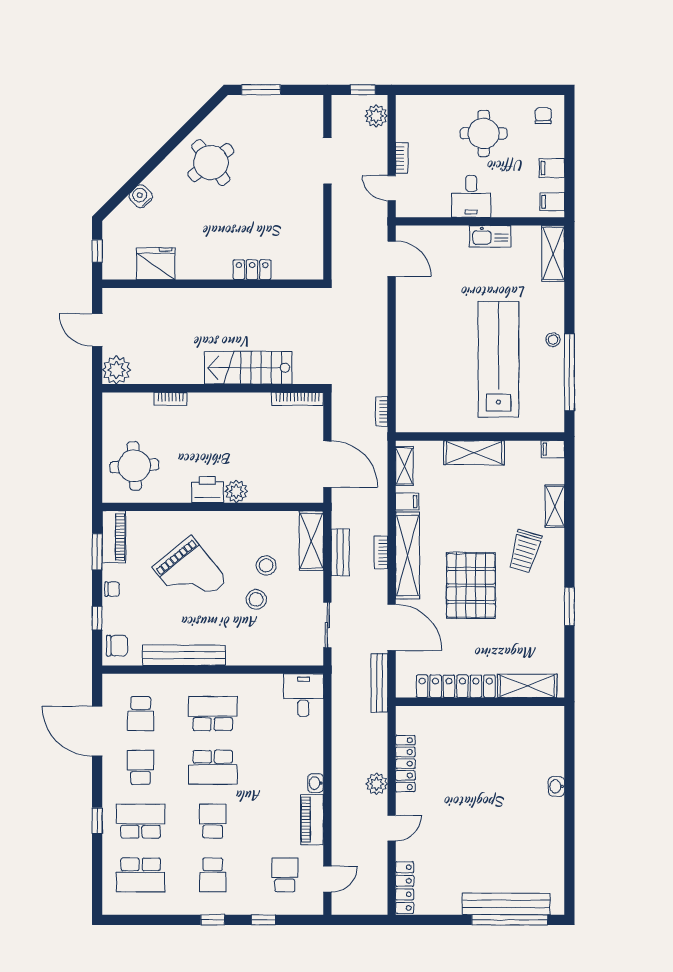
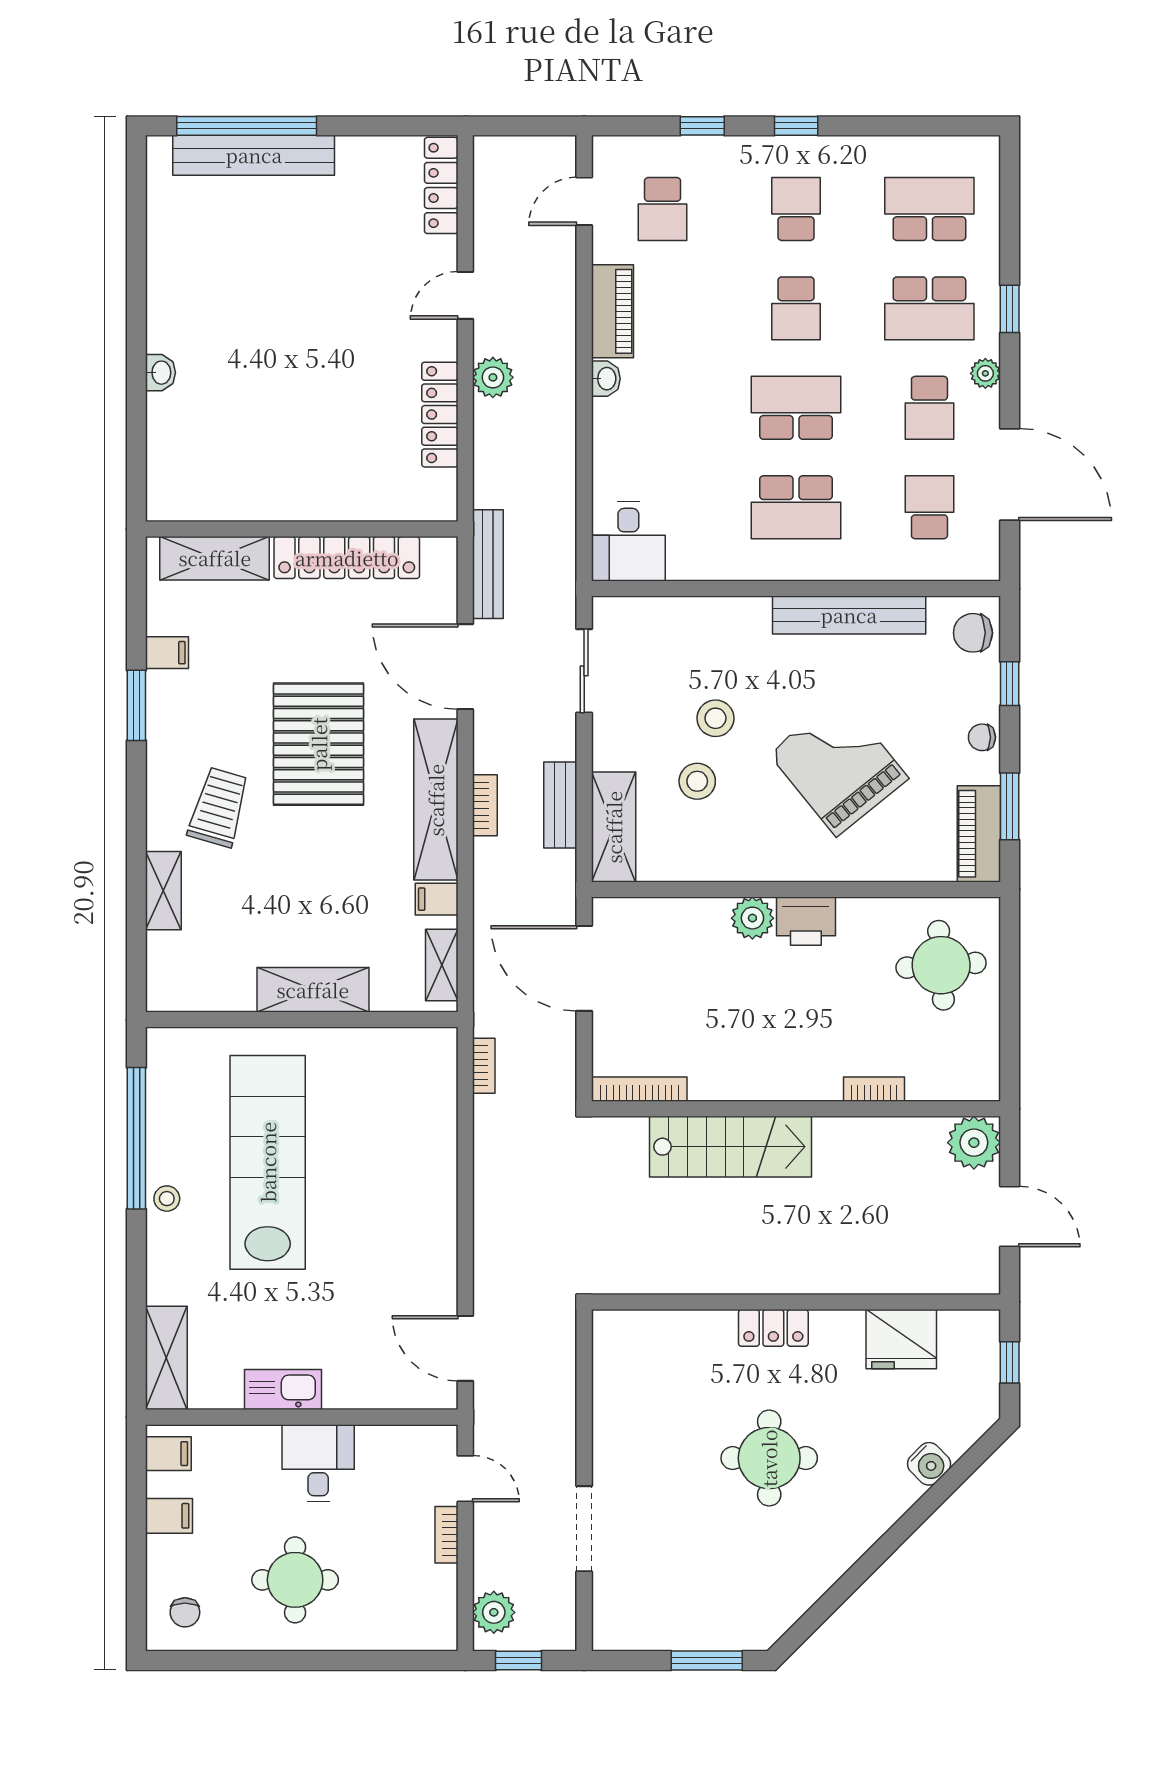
round table: (211, 163) -> (769, 1458), moved, turned 37
locker: (252, 270) -> (773, 1328), moved
lab bench: (498, 359) -> (268, 1162), turned 180
filing cabinet: (553, 449) -> (167, 653), moved
plant: (110, 786) -> (985, 373), added

